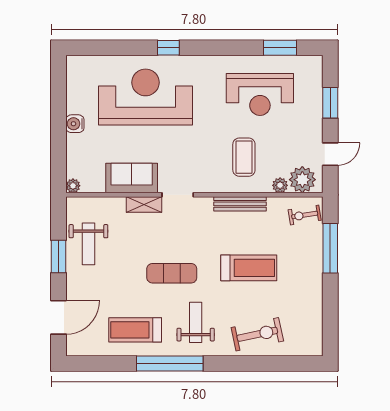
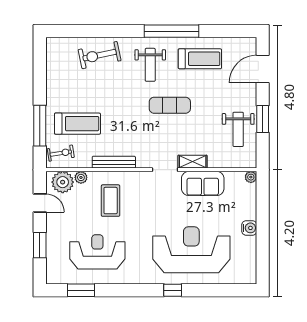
reception desk: (146, 97) -> (191, 250), turned 180
door: (330, 154) -> (40, 203), swing flipped
weight bench: (88, 244) -> (238, 129), turned 180
treadmill: (249, 268) -> (77, 124), moved, turned 180

